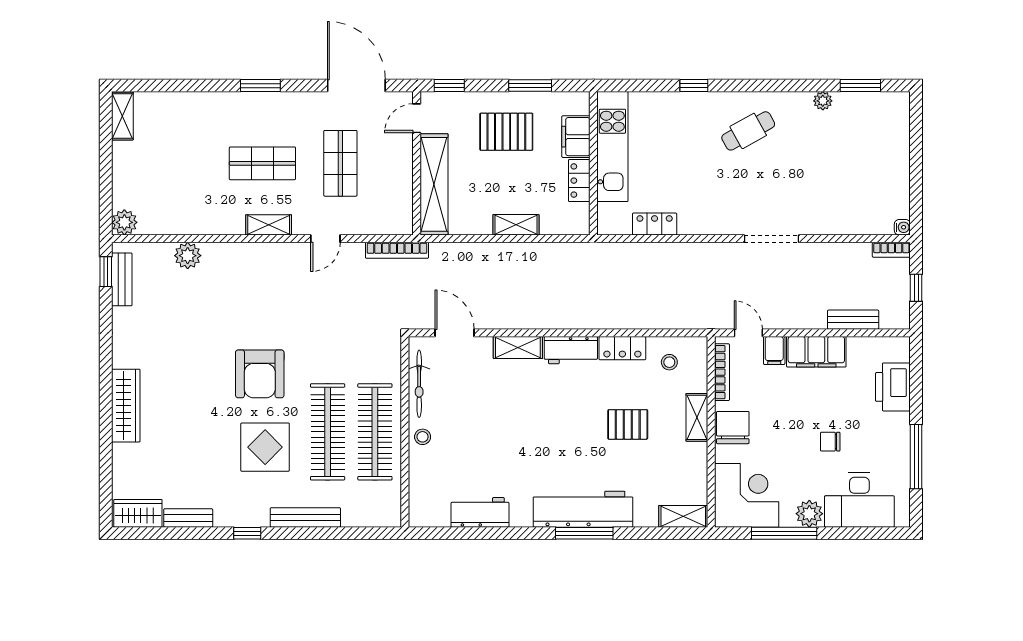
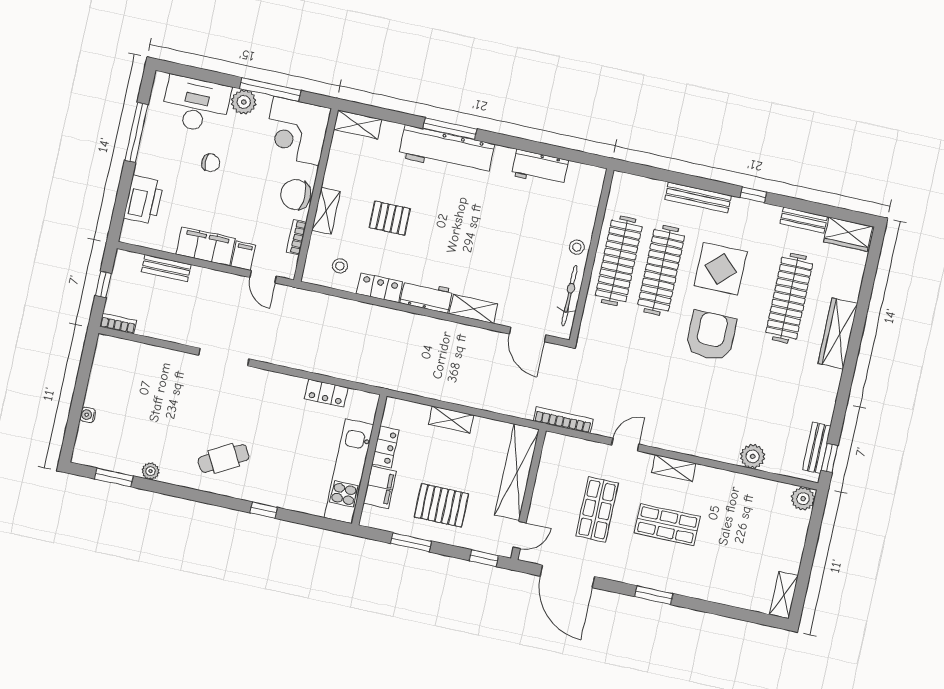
water cooler: (902, 227) -> (88, 415), moved
bookcase: (722, 372) -> (297, 237), width x0.64
chair: (733, 428) -> (296, 195), turned 90
clothes rail: (185, 432) -> (789, 298), added

